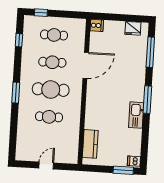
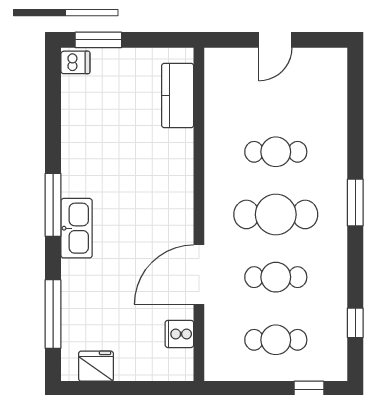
cooker: (97, 25) -> (179, 334), moved
kitchen sink: (136, 115) -> (77, 228), moved

